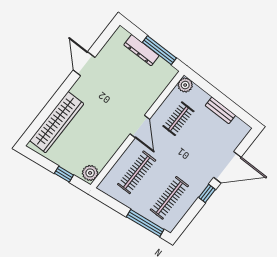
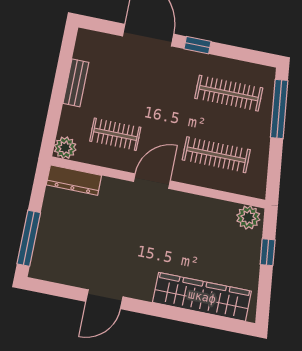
dresser: (141, 50) -> (74, 180), moved, turned 90
window: (159, 50) -> (29, 238), moved

